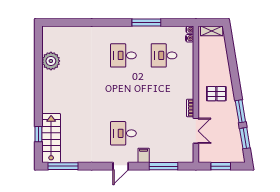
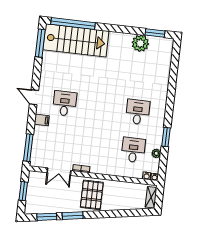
window: (146, 23) -> (166, 137), width x0.69
plant: (165, 31) -> (156, 153), added
window: (38, 47) -> (155, 33), added
pallet: (216, 94) -> (92, 195), width x1.50, depth x1.42
window: (38, 134) -> (73, 24), width x3.17
stairs: (51, 138) -> (76, 40), width x1.36, depth x1.51
window: (164, 166) -> (28, 148), moved

